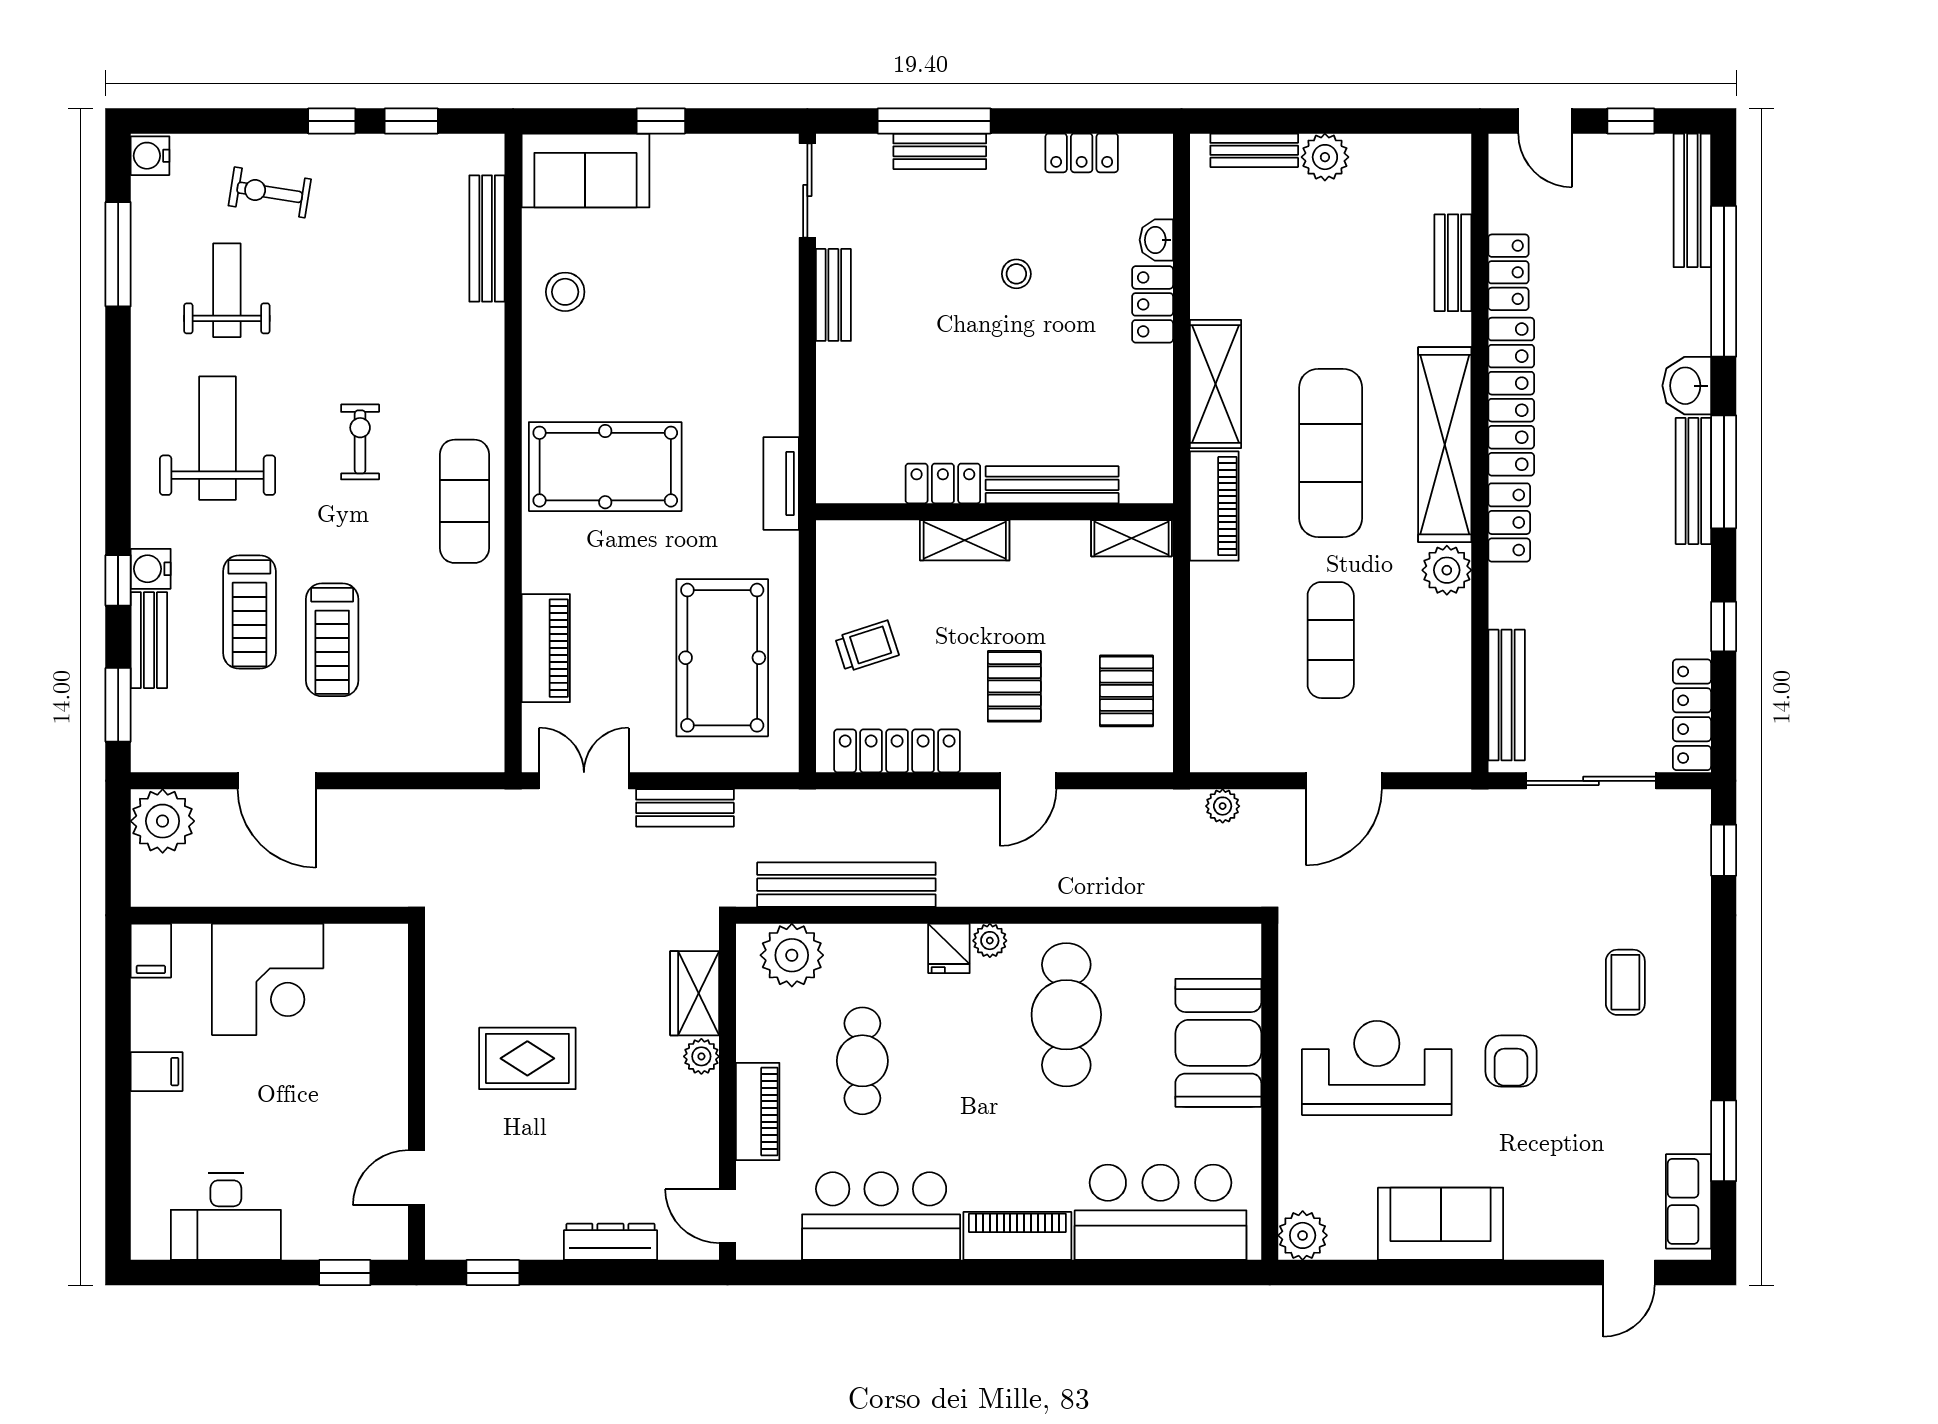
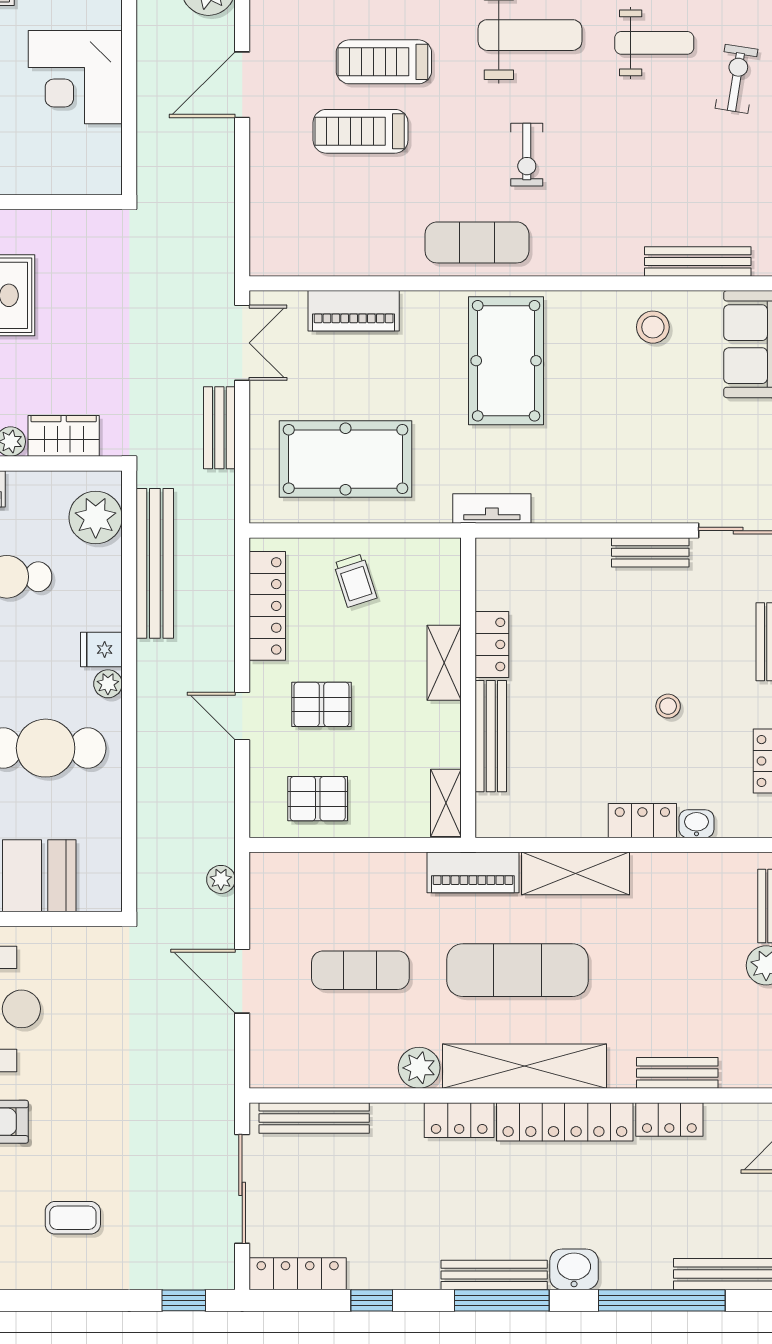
exercise bike: (360, 442) -> (527, 155), turned 90

